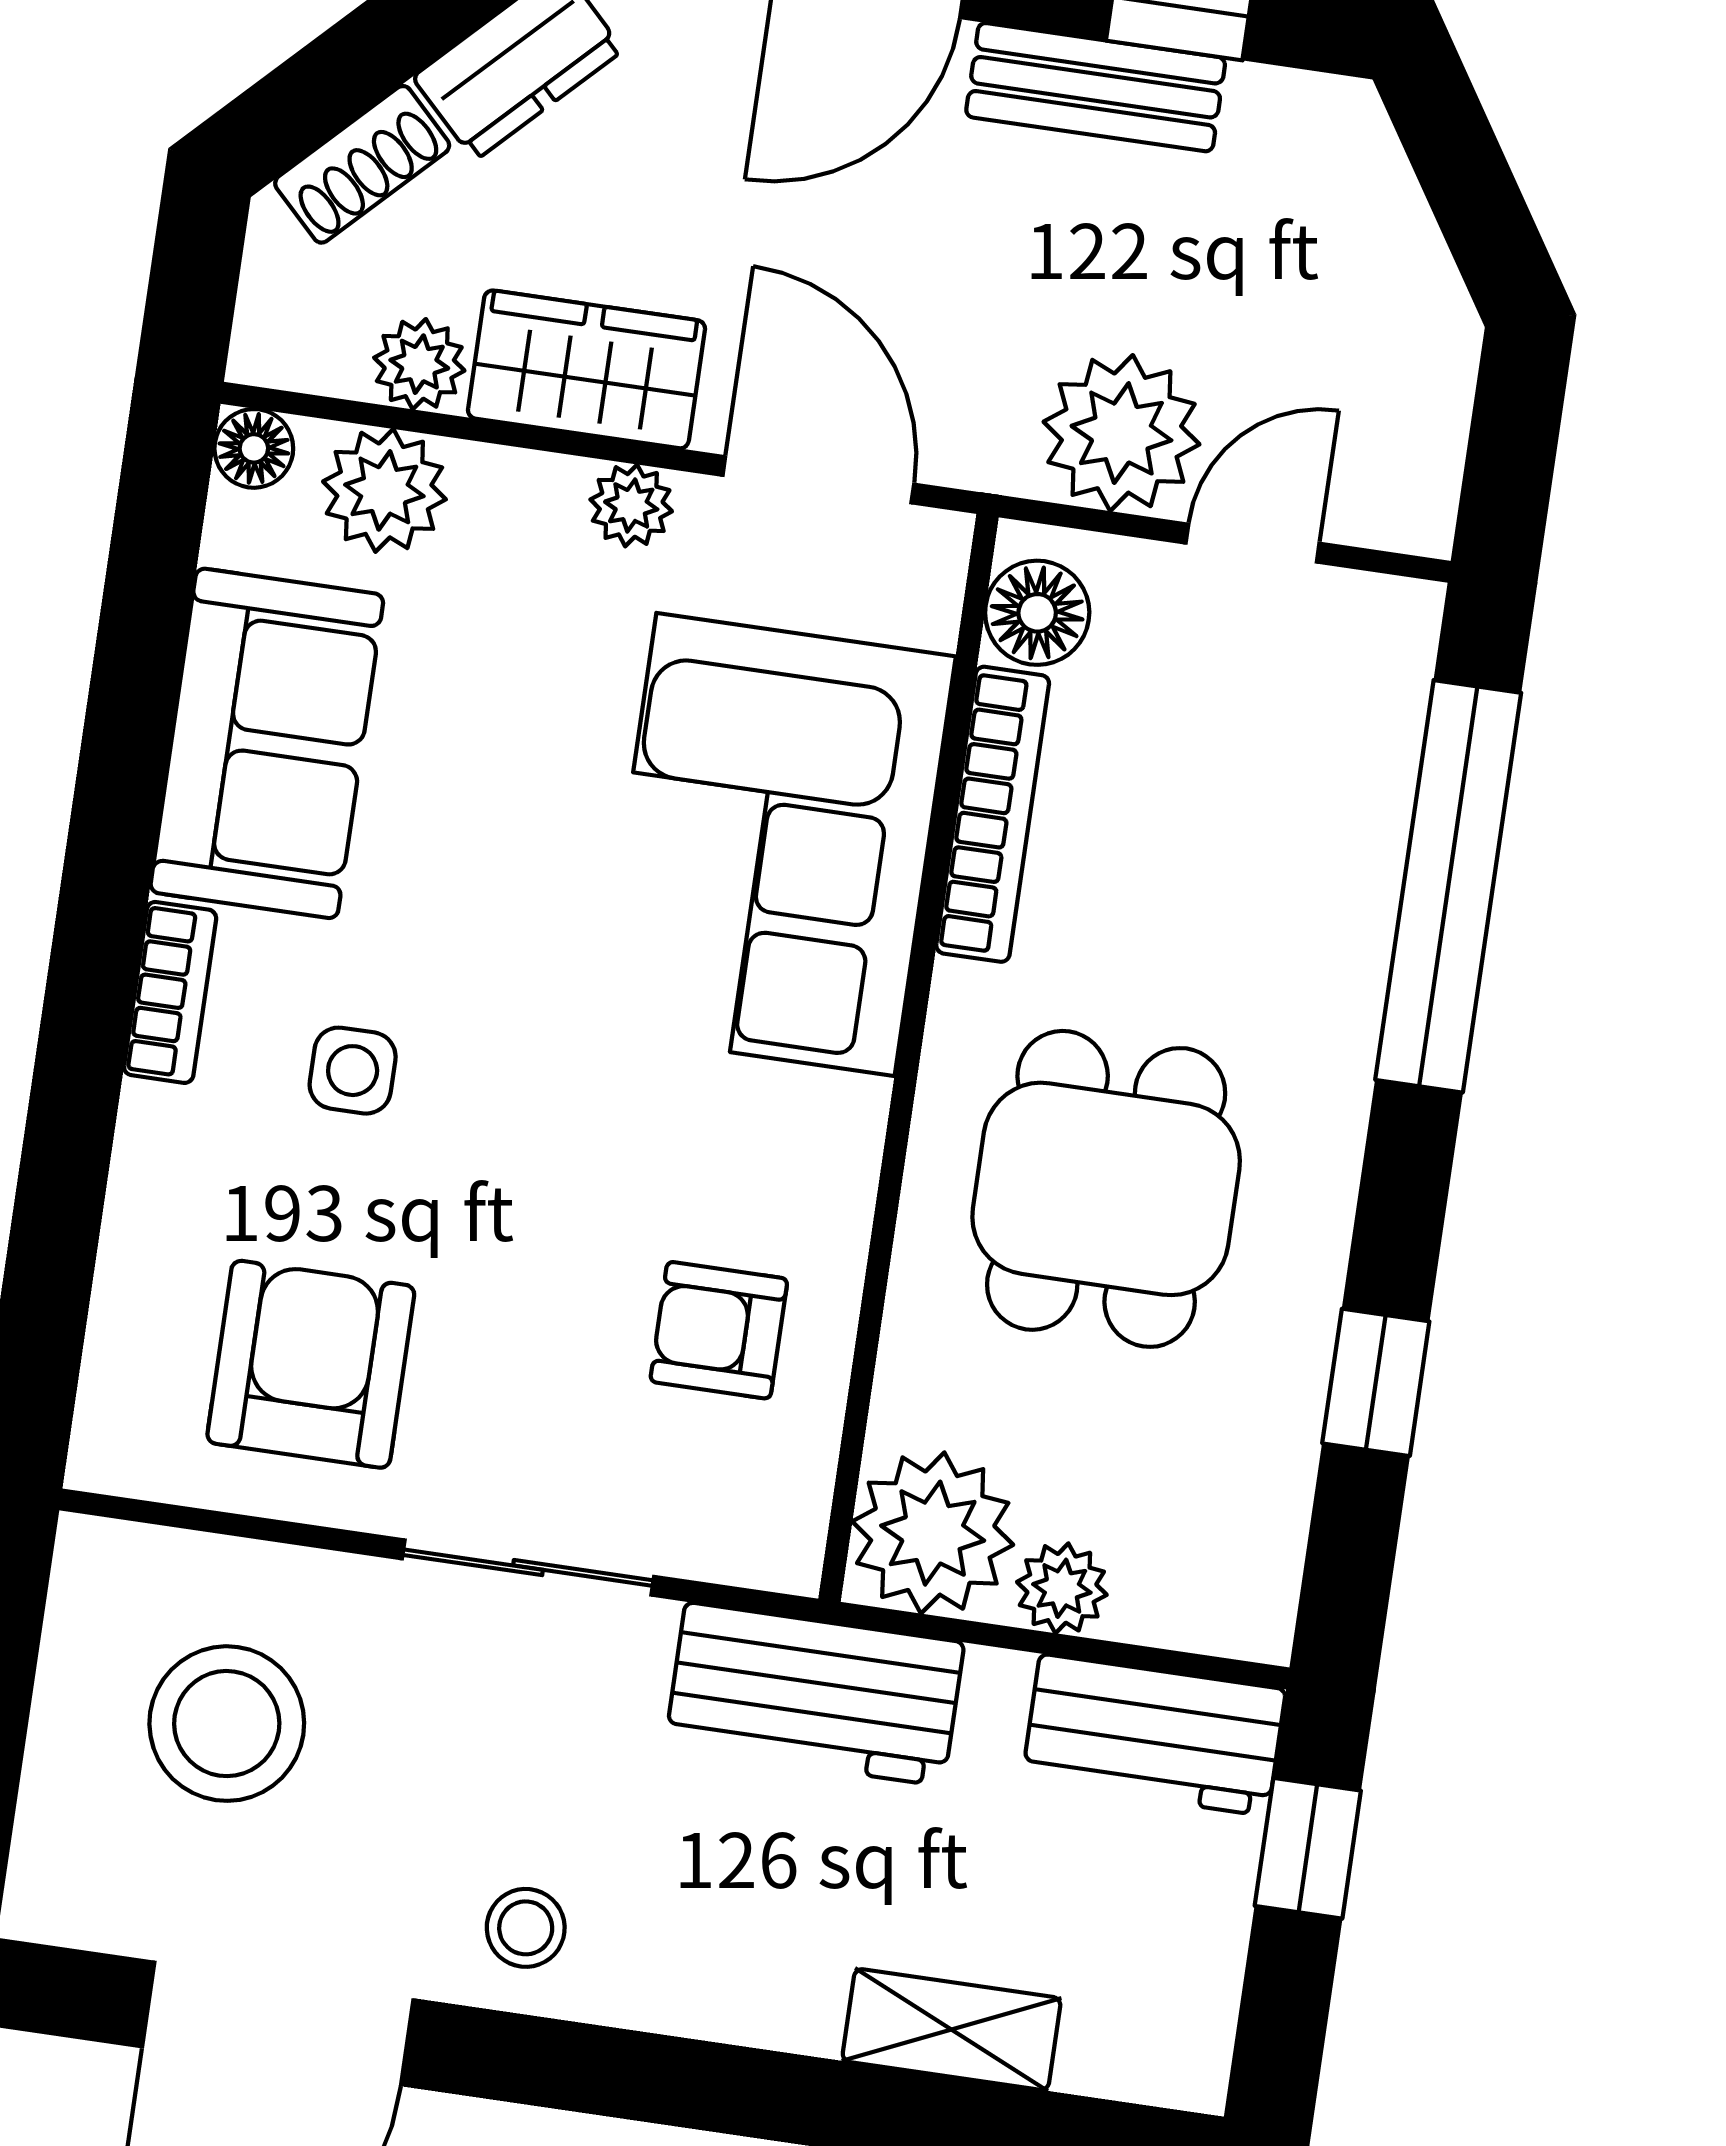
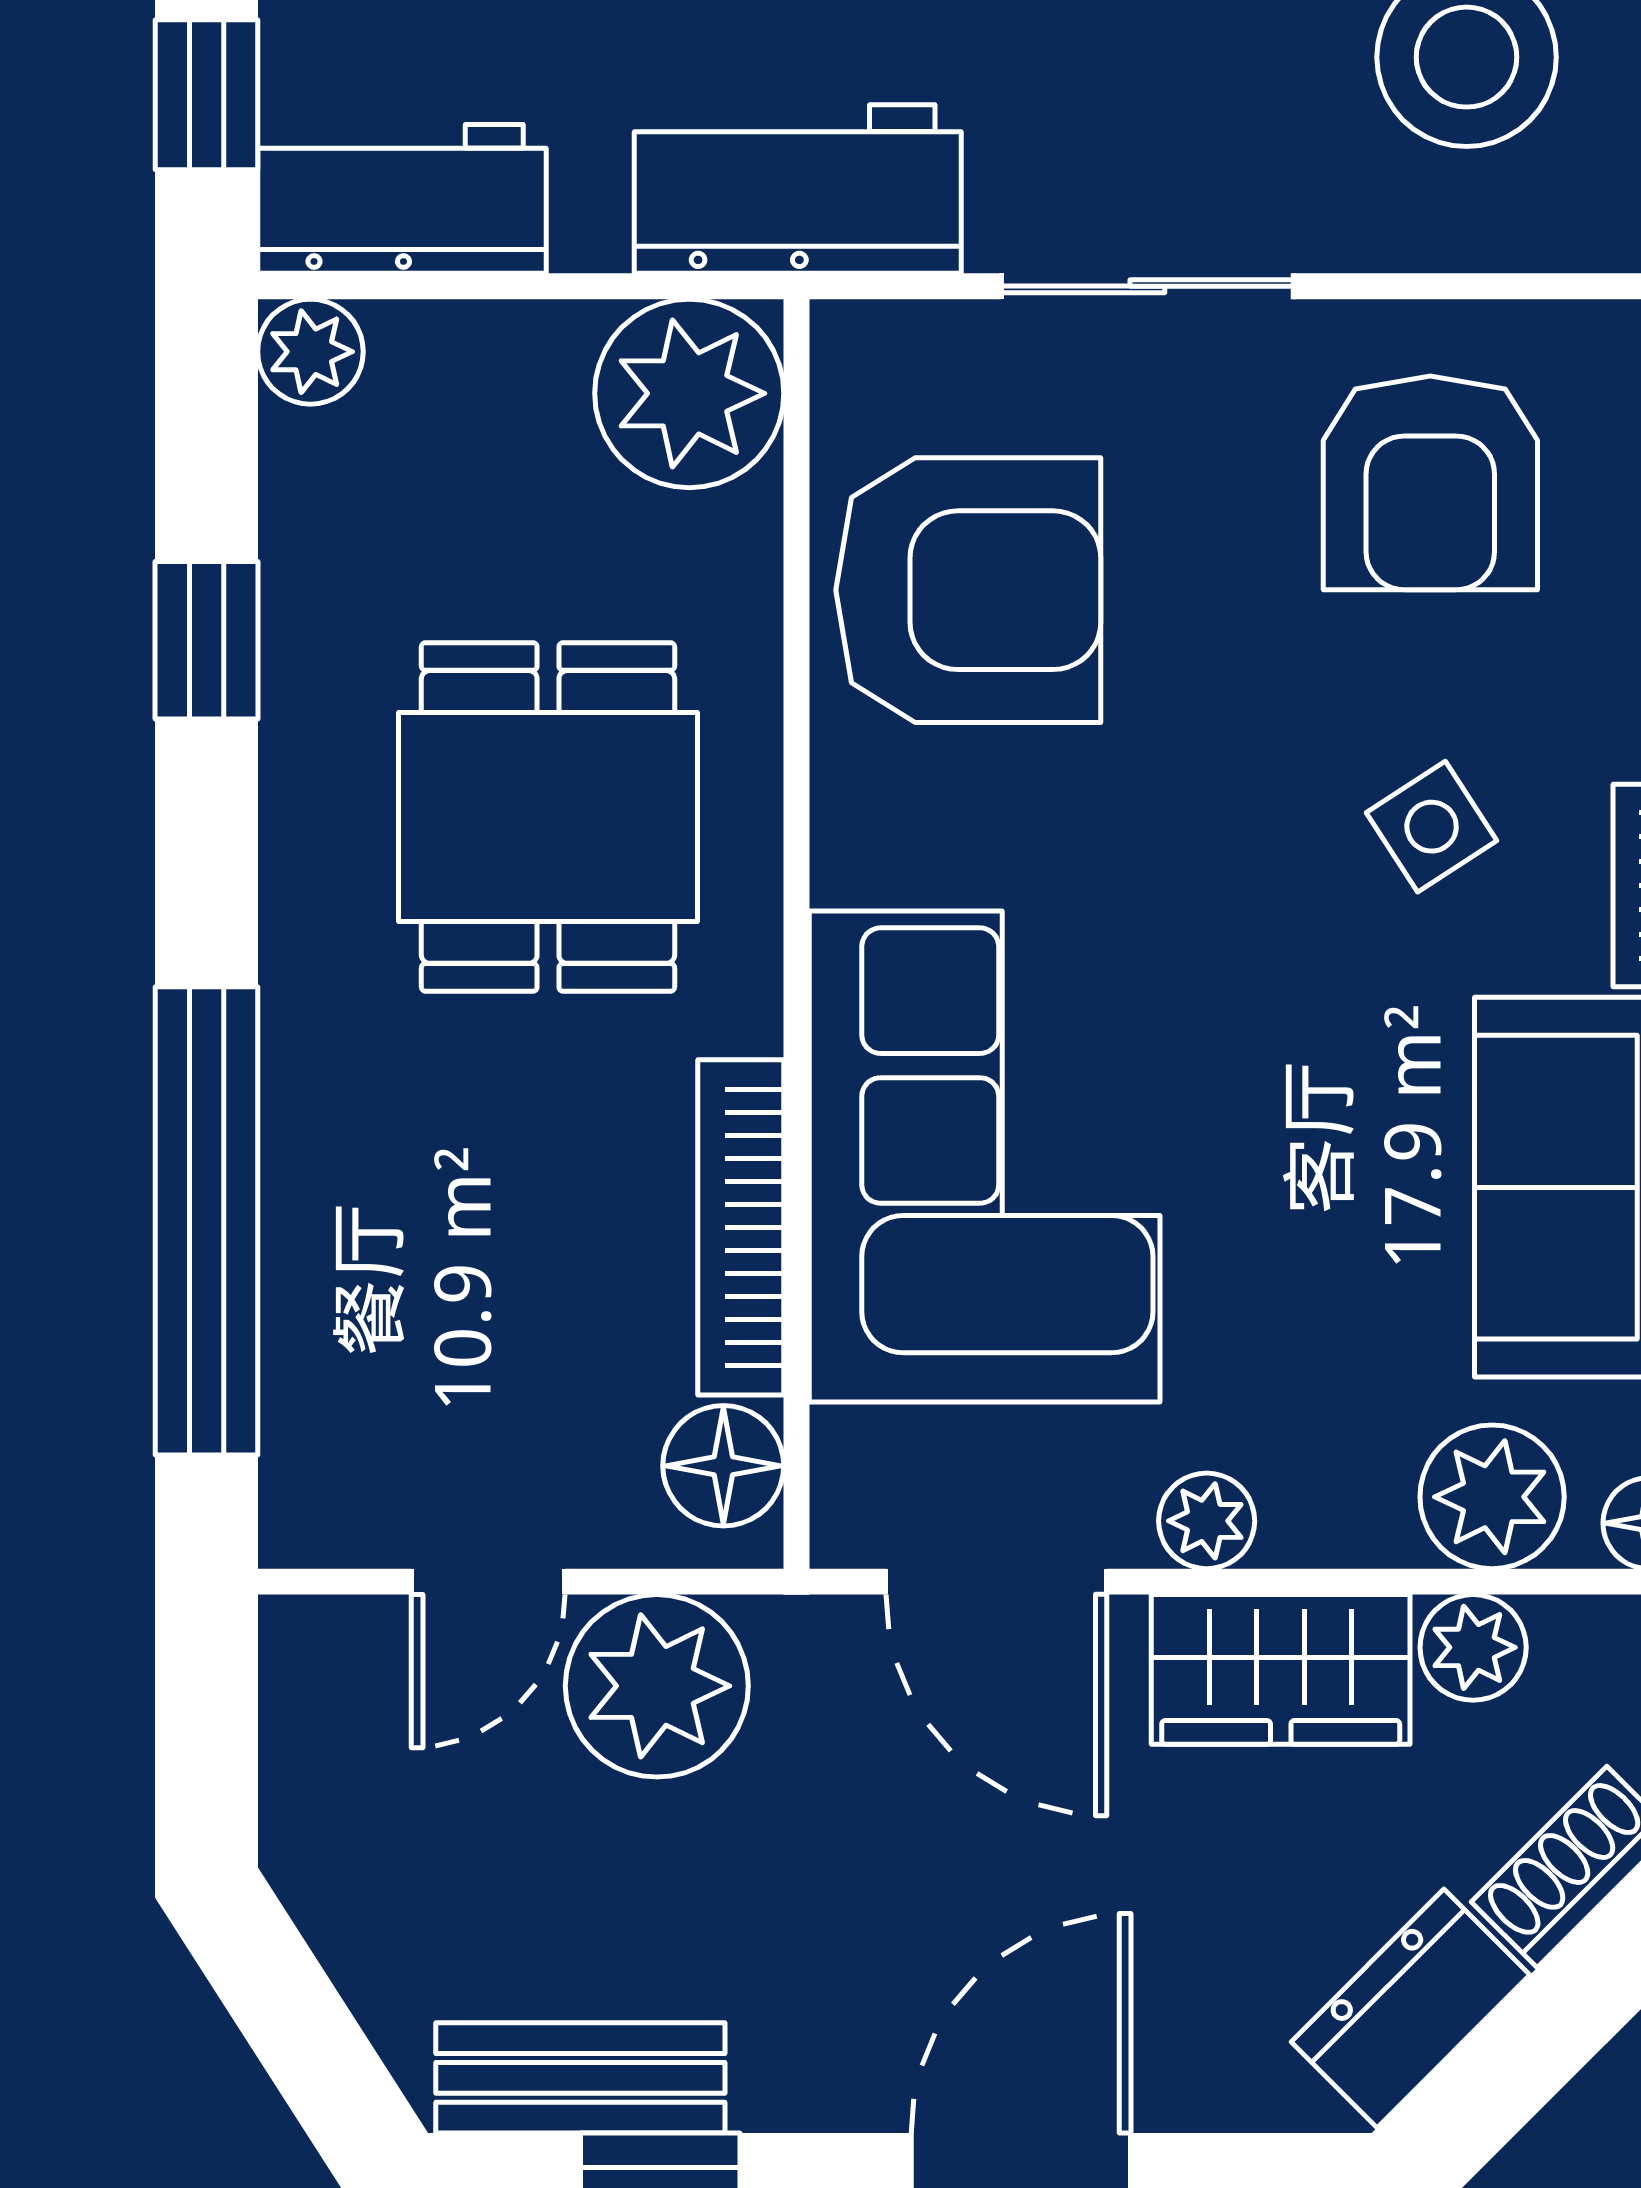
bench: (1096, 87) -> (580, 2078), moved
side table: (353, 1071) -> (1432, 827), turned -33
armchair: (719, 1330) -> (968, 590), width x1.88, depth x1.88
plant: (1062, 1588) -> (310, 352), moved

